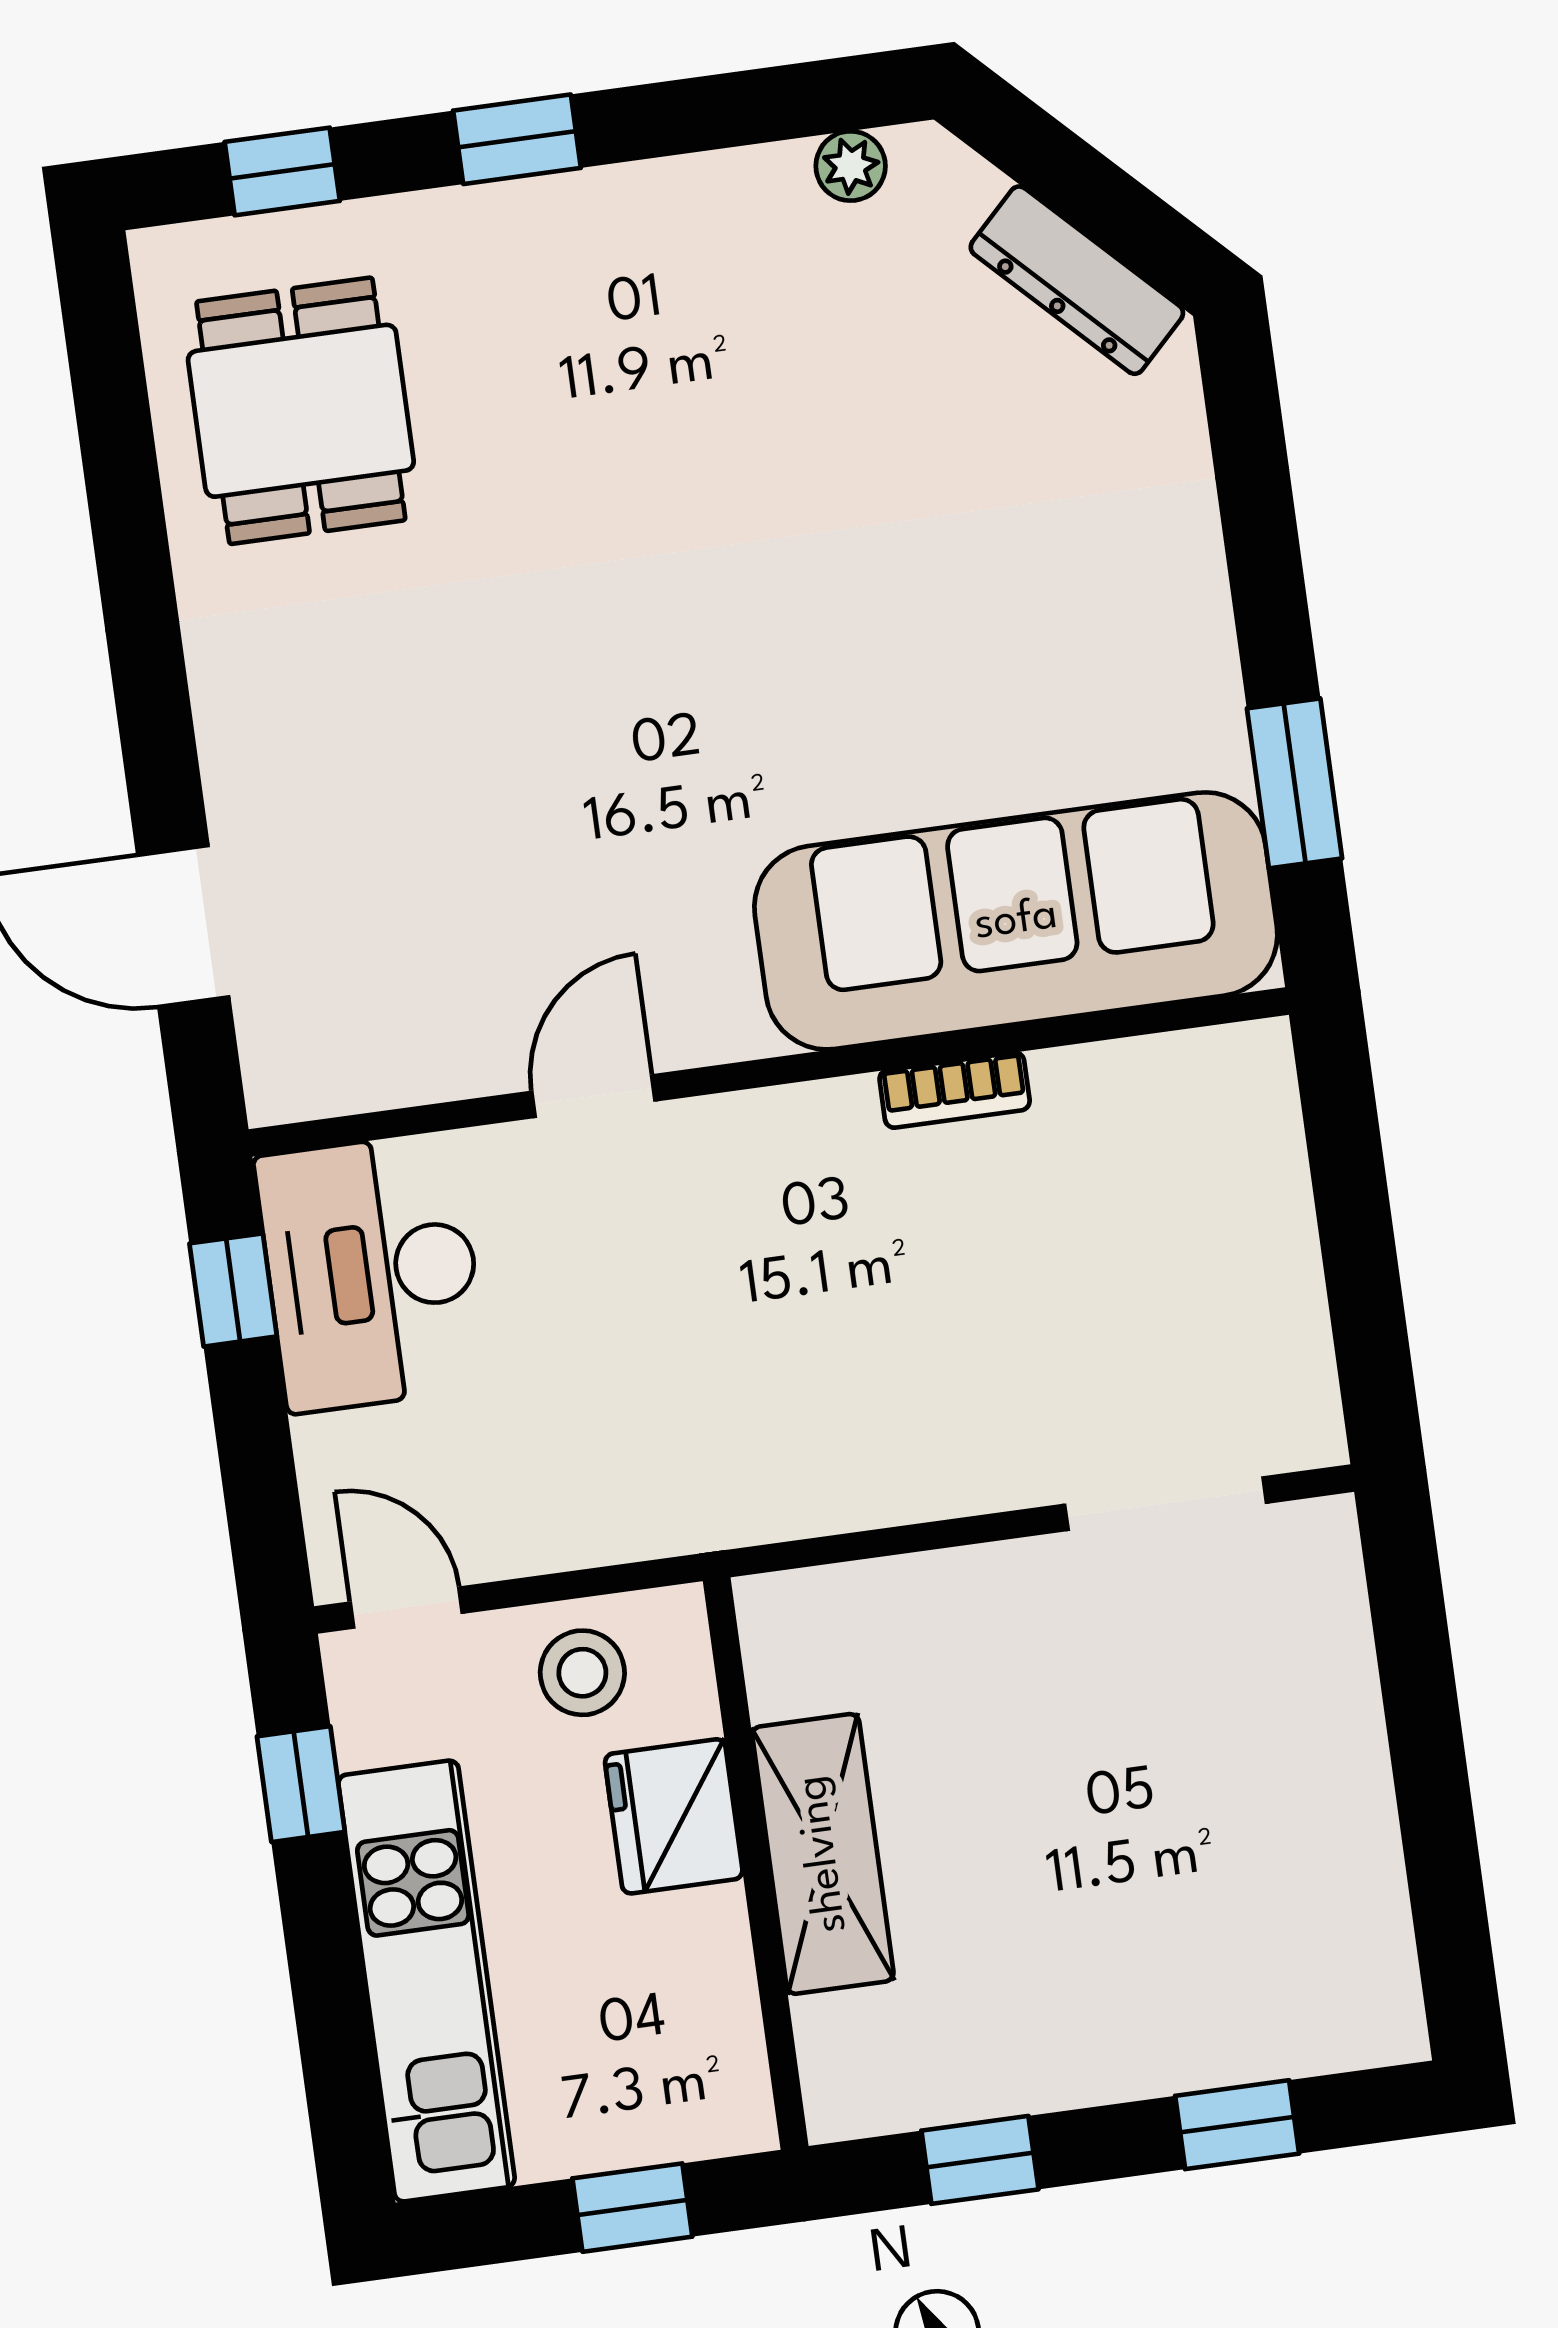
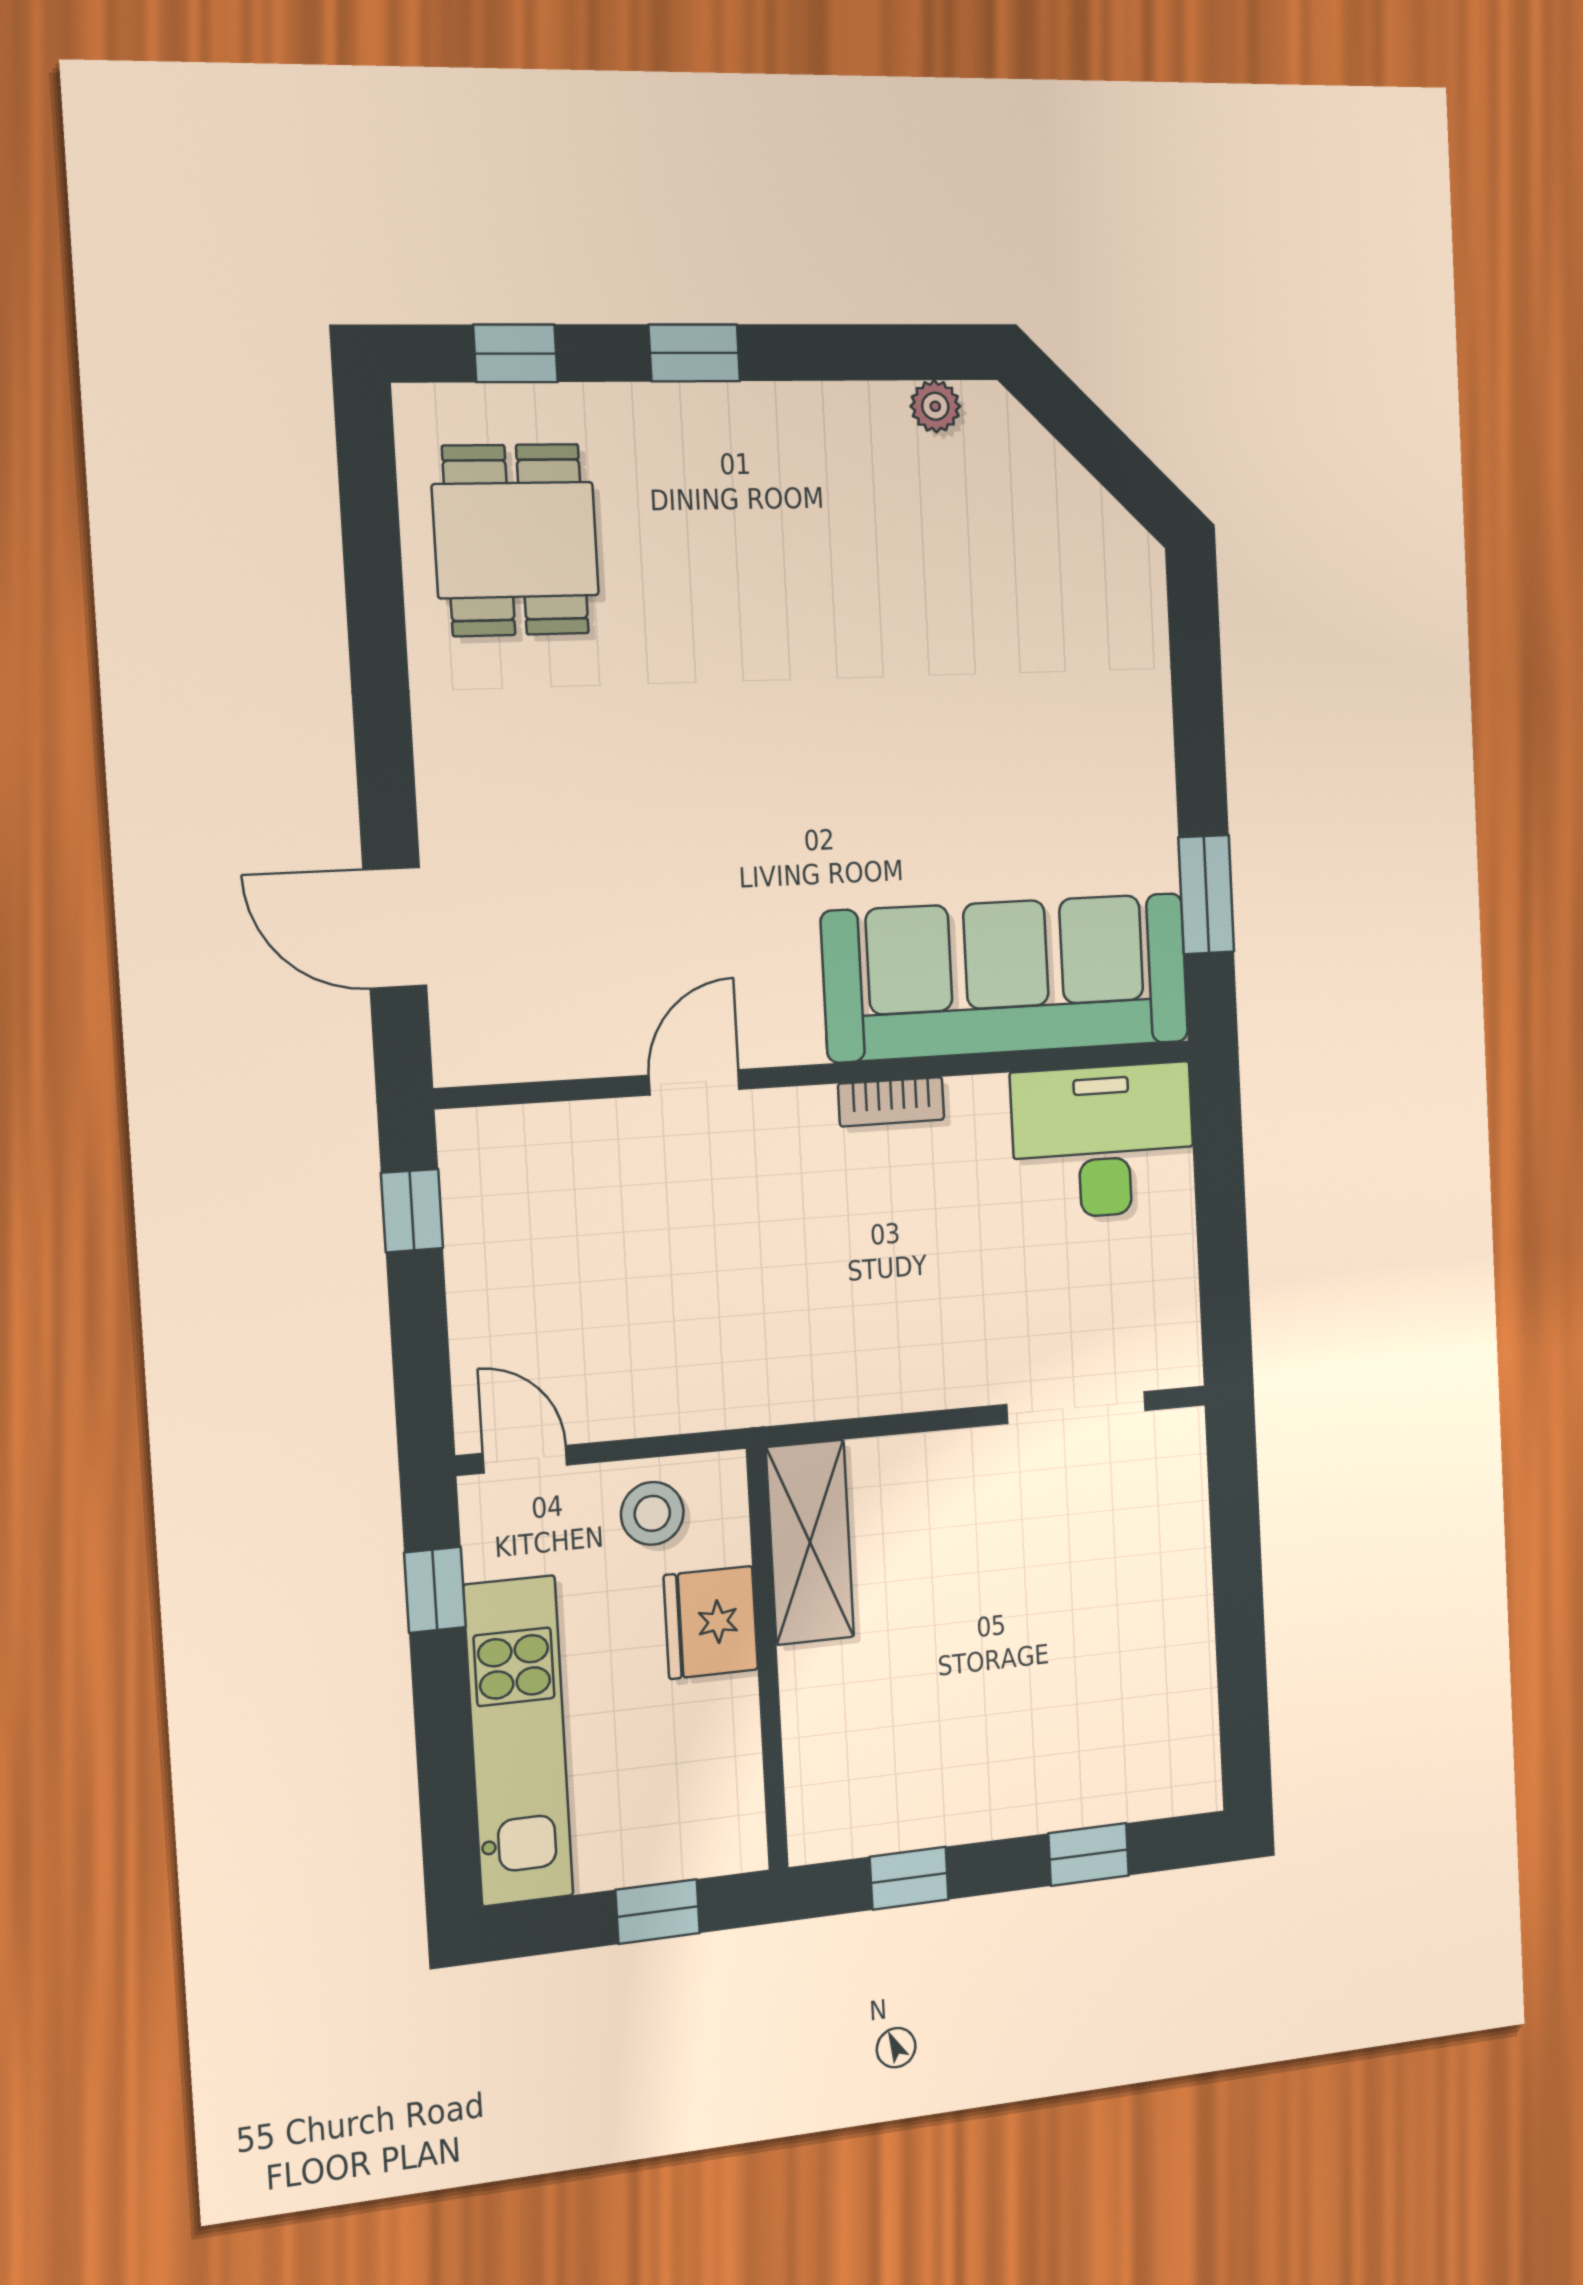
dresser: (1077, 280) -> (1087, 512), removed
bookcase: (955, 1090) -> (891, 1102), moved
desk: (372, 1272) -> (1103, 1141), moved, turned 90
shelving: (823, 1854) -> (810, 1542), moved

